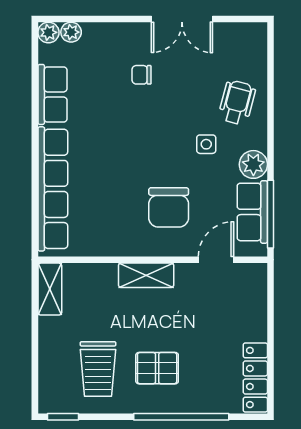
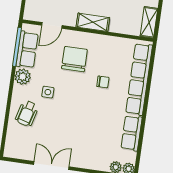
chair: (141, 75) -> (103, 82), moved

